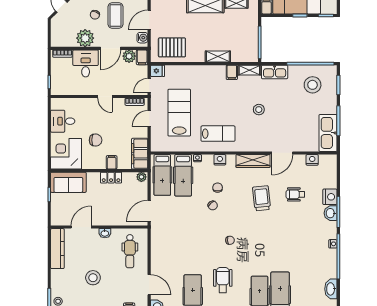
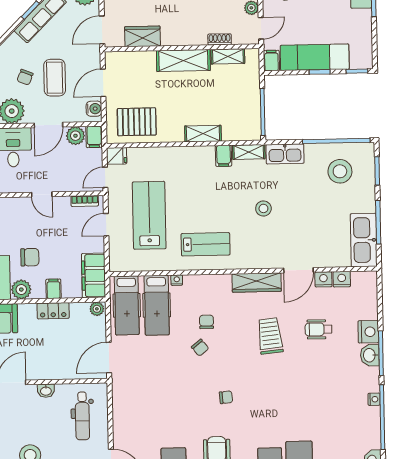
nightstand: (220, 160) -> (323, 279), moved
plant: (89, 162) -> (21, 290), added

